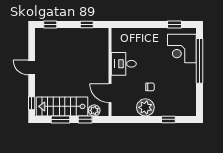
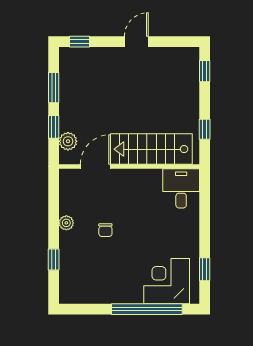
desk: (124, 64) -> (181, 188), moved
stairs: (62, 106) -> (151, 149), moved, turned -90
plant: (145, 107) -> (66, 223), width x0.53, depth x0.53

